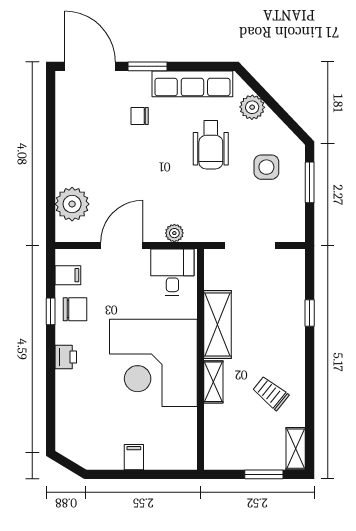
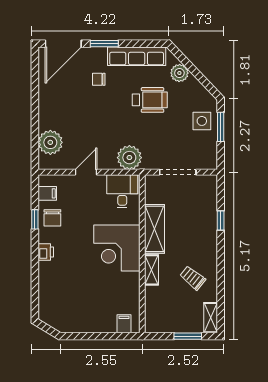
door: (90, 66) -> (63, 44), swing flipped
wheelchair: (211, 145) -> (150, 100), turned -90
side table: (266, 167) -> (202, 121), moved
plant: (174, 233) -> (129, 158), width x1.87, depth x1.87
door: (122, 246) -> (86, 172), width x0.73
chair: (75, 309) -> (52, 218), turned 90
corner desk: (153, 363) -> (117, 248), width x0.74, depth x0.74
filing cabinet: (134, 457) -> (124, 324), moved

